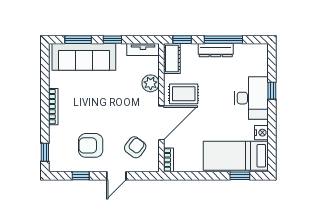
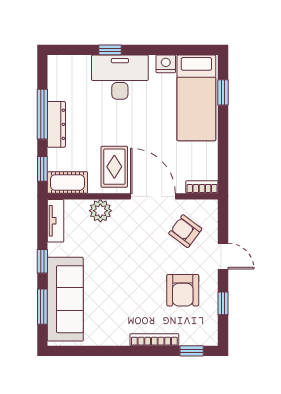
bookcase: (53, 107) -> (154, 340), moved

